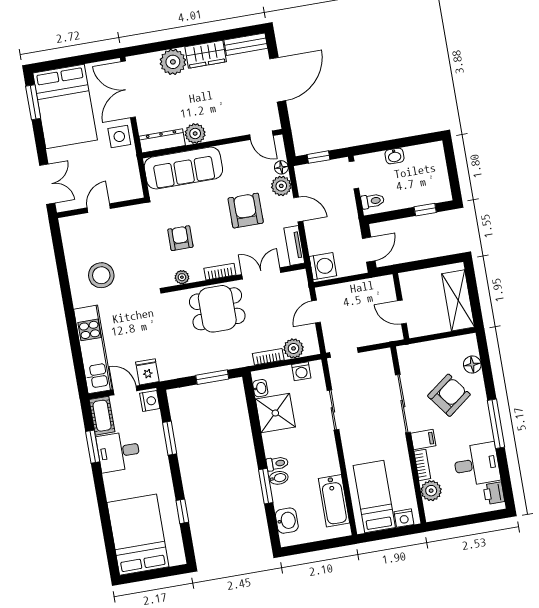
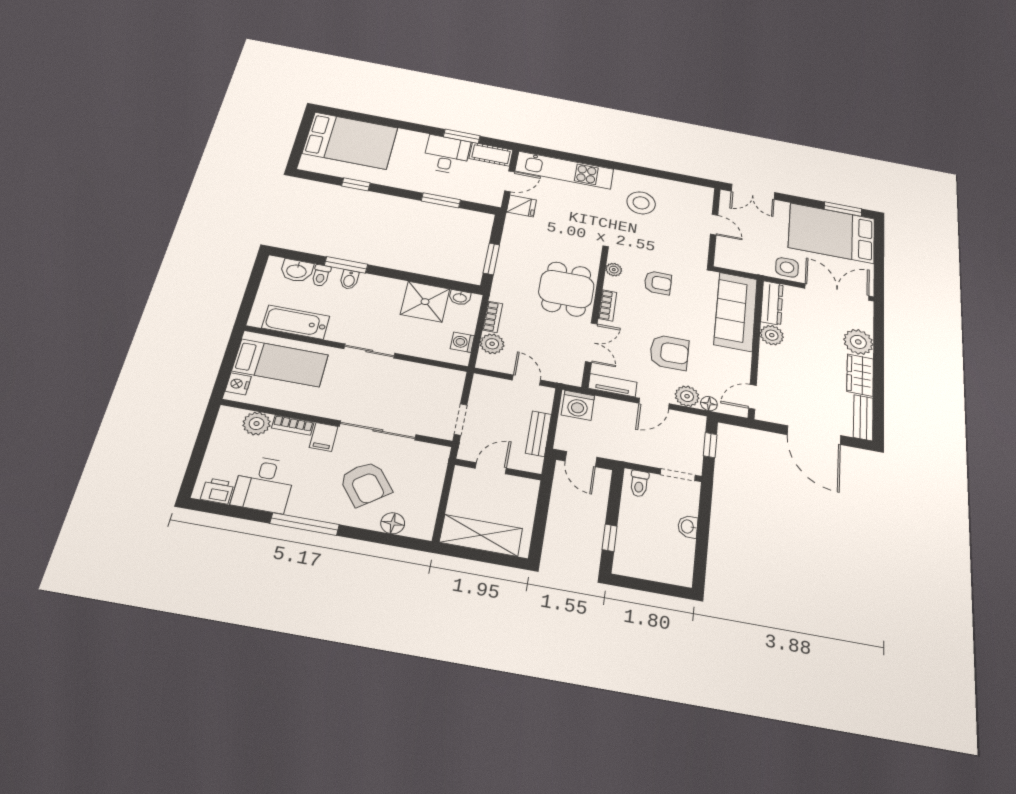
bench: (359, 287) -> (538, 434), added
doorway: (344, 353) -> (461, 419), moved
nightstand: (150, 401) -> (489, 198), removed
sliding door: (333, 410) -> (369, 351), moved
toilet: (277, 463) -> (321, 275), moved

